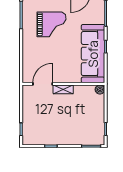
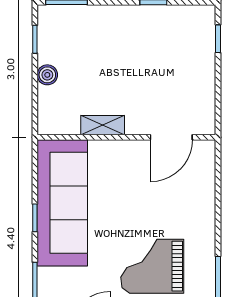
shelving: (63, 89) -> (103, 125), moved
boiler: (100, 90) -> (47, 75), moved

